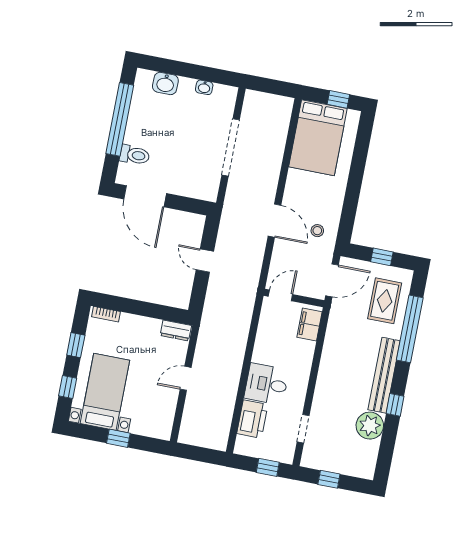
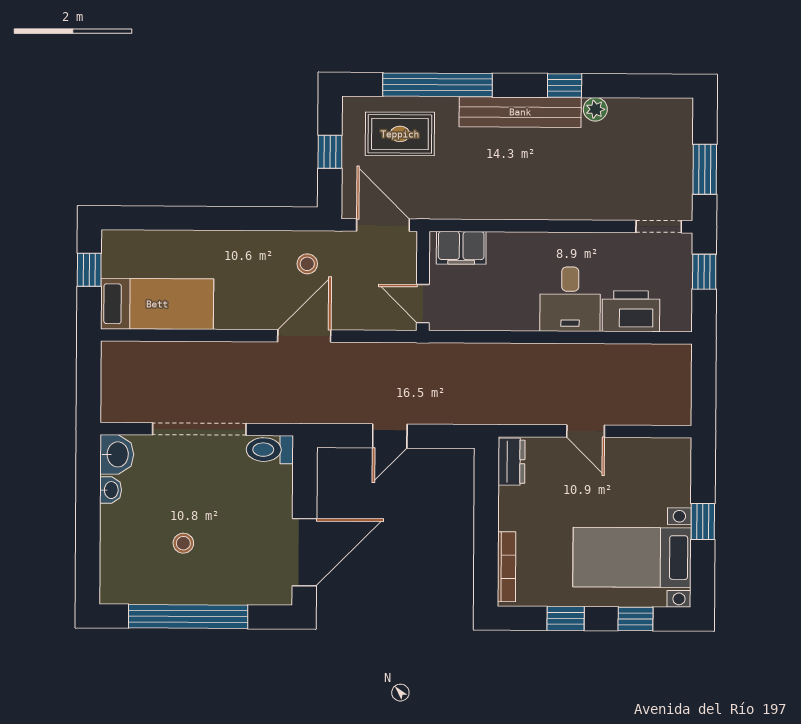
washbasin: (165, 83) -> (117, 454), moved
stool: (164, 125) -> (183, 543), added
bed: (318, 138) -> (157, 304), width x0.67
toilet: (135, 155) -> (270, 450), moved, turned -90
bookcase: (106, 314) -> (507, 567), width x1.56
plant: (370, 426) -> (595, 109), width x0.53, depth x0.53
doorway: (303, 429) -> (659, 227), moved
window: (329, 479) -> (705, 169), width x1.50

